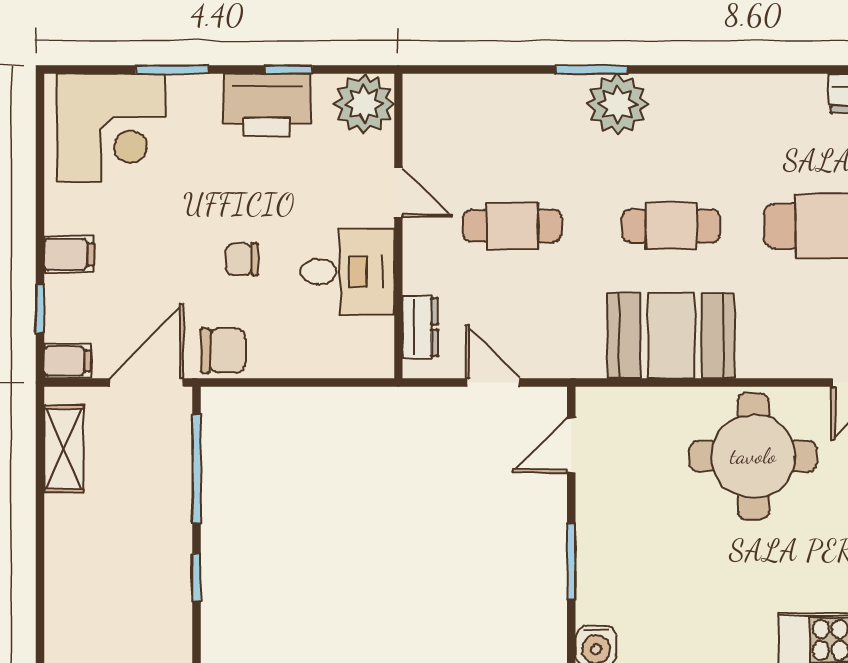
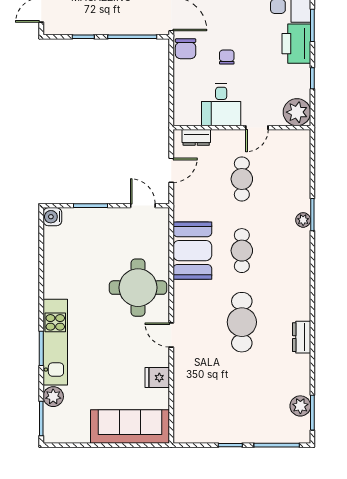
plant: (618, 104) -> (303, 220), width x0.53, depth x0.53
printer: (267, 105) -> (296, 44), moved

